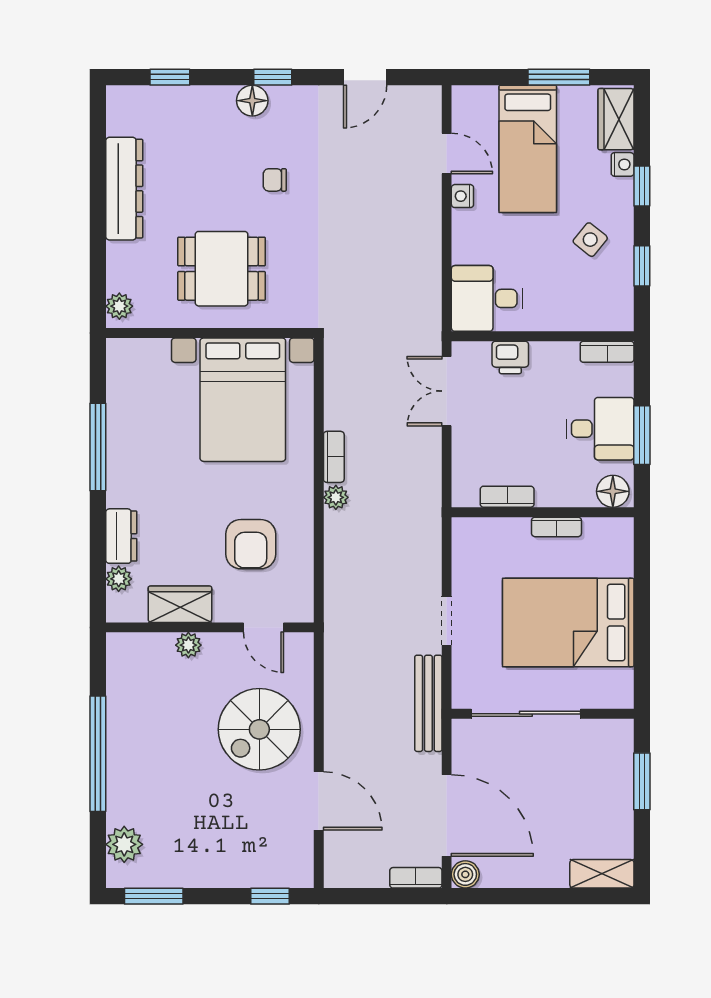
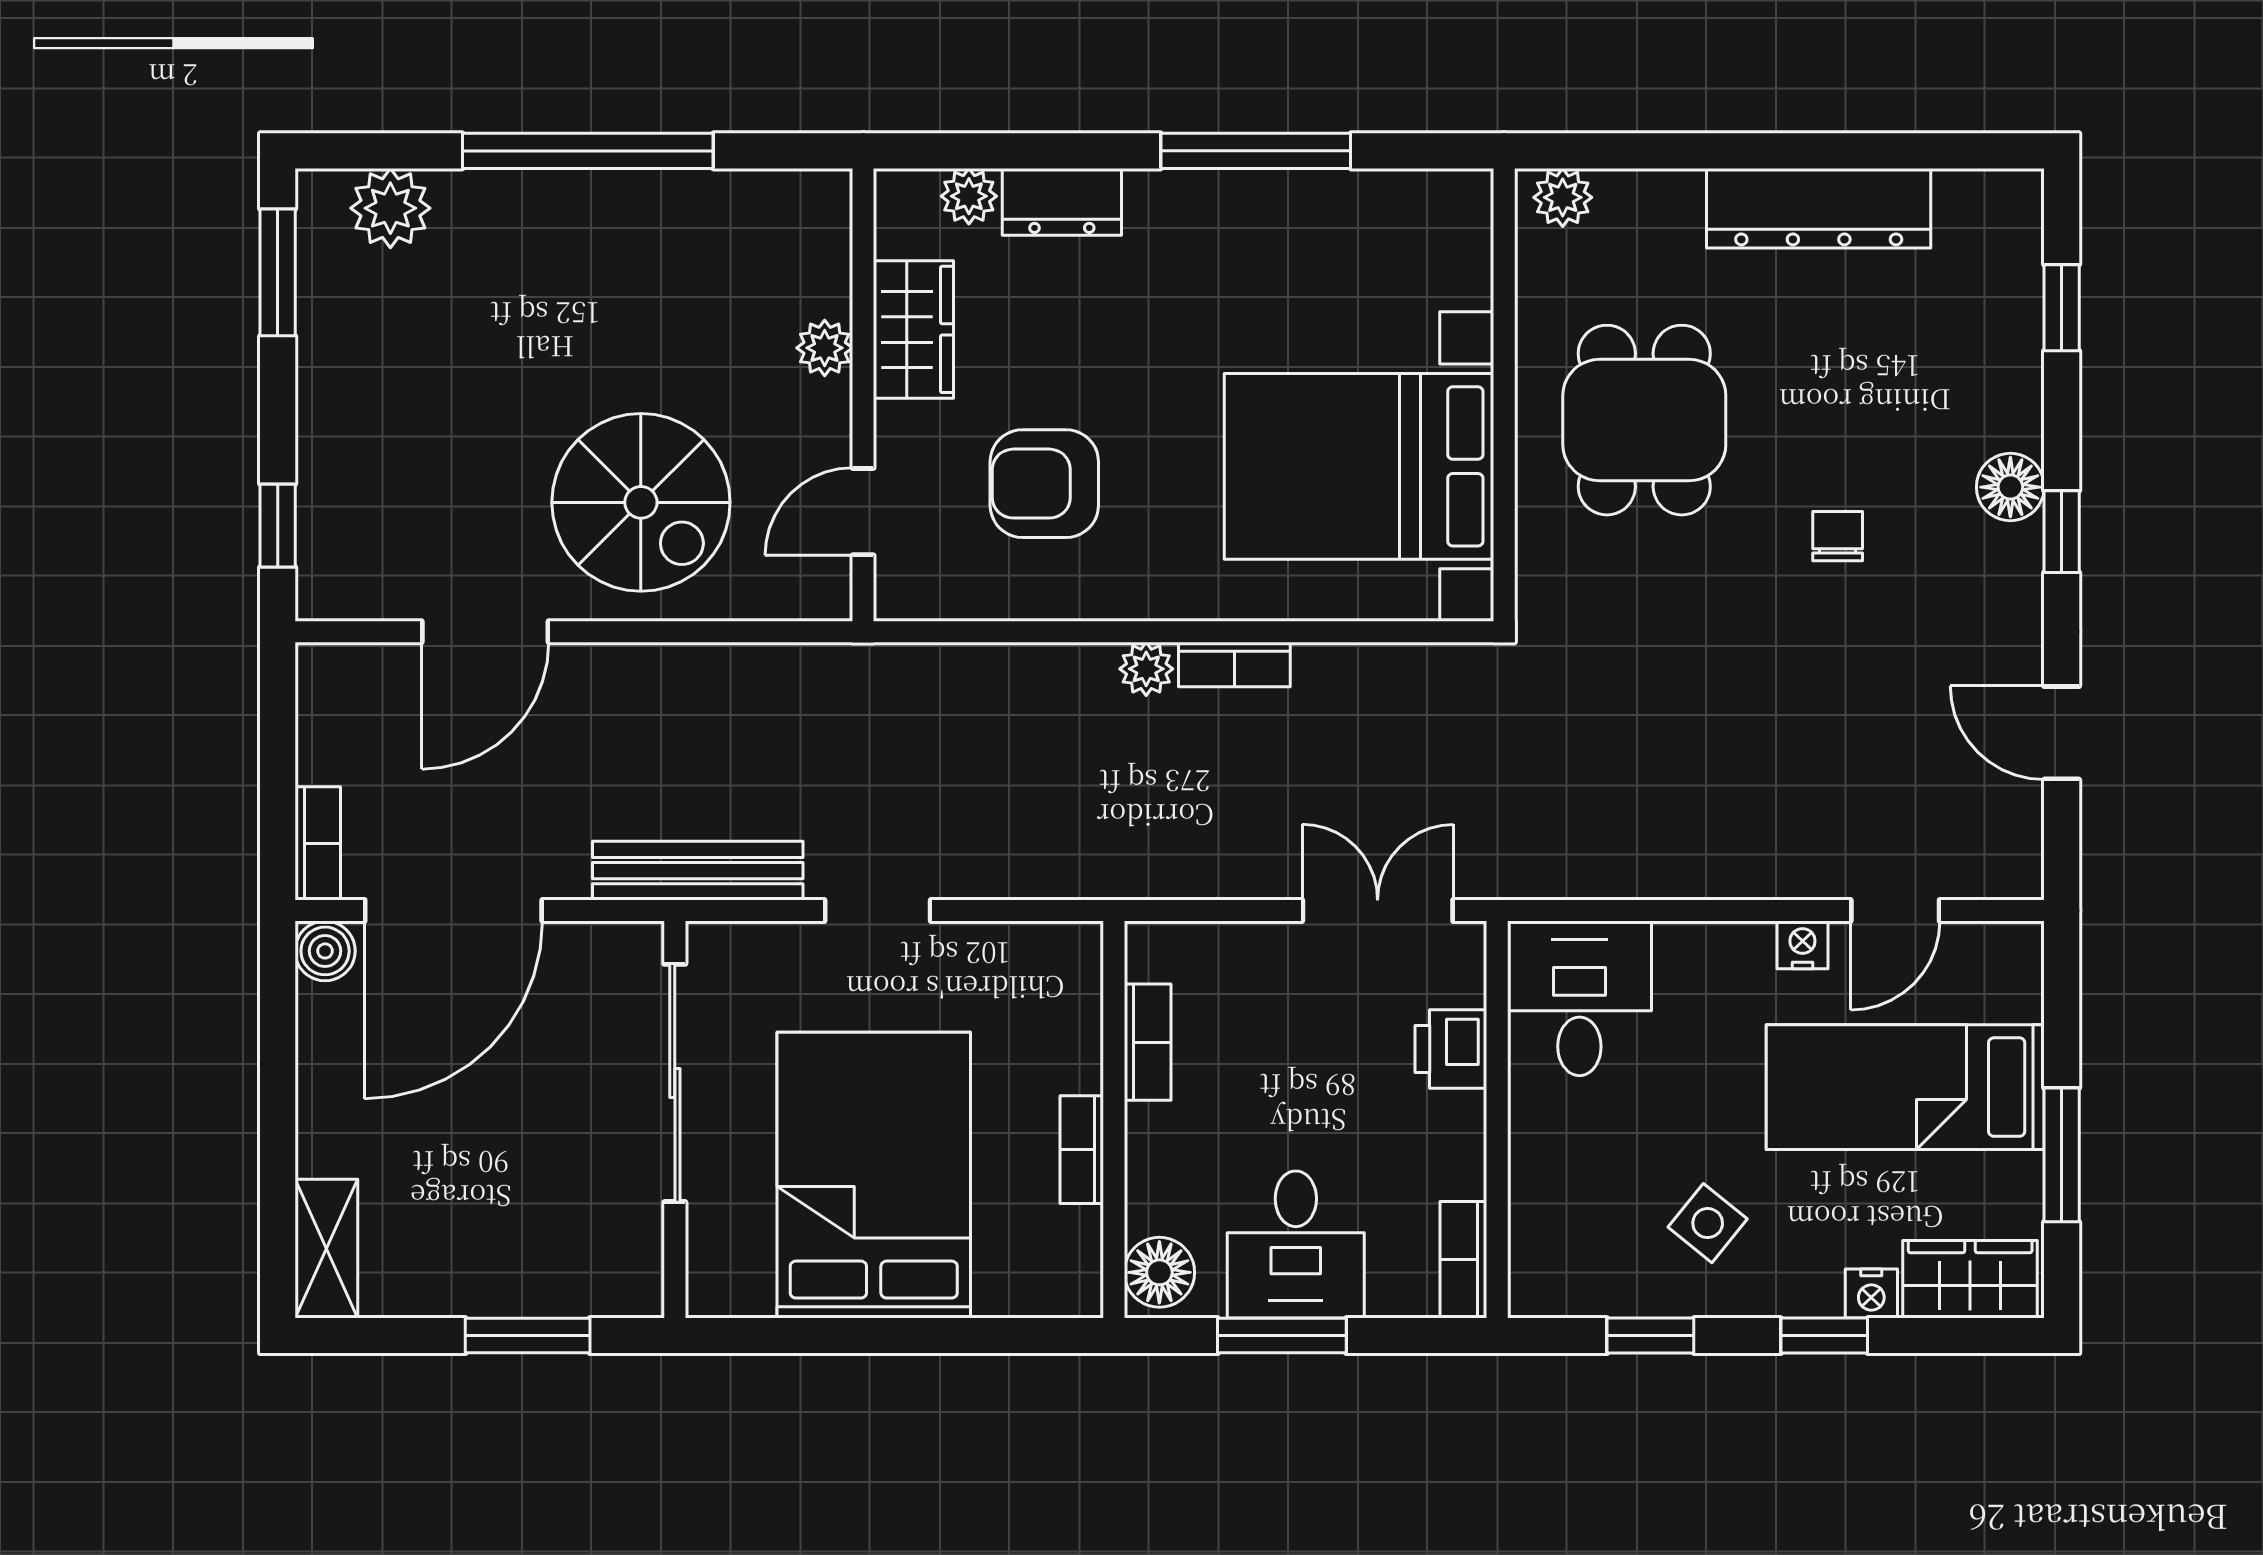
spiral stairs: (259, 729) -> (641, 502), turned 180

